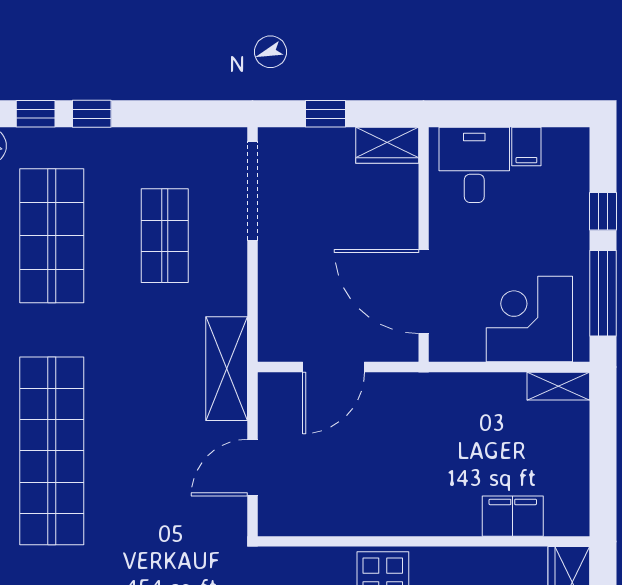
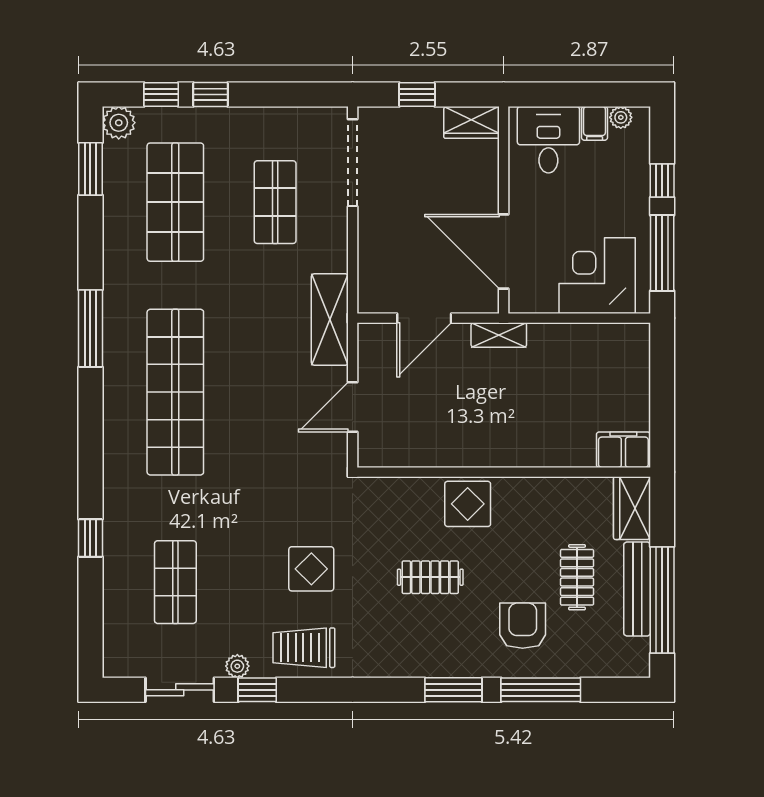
plant: (556, 140) -> (621, 117), added
shelving: (558, 386) -> (499, 335), moved
filing cabinet: (513, 516) -> (623, 450), moved

